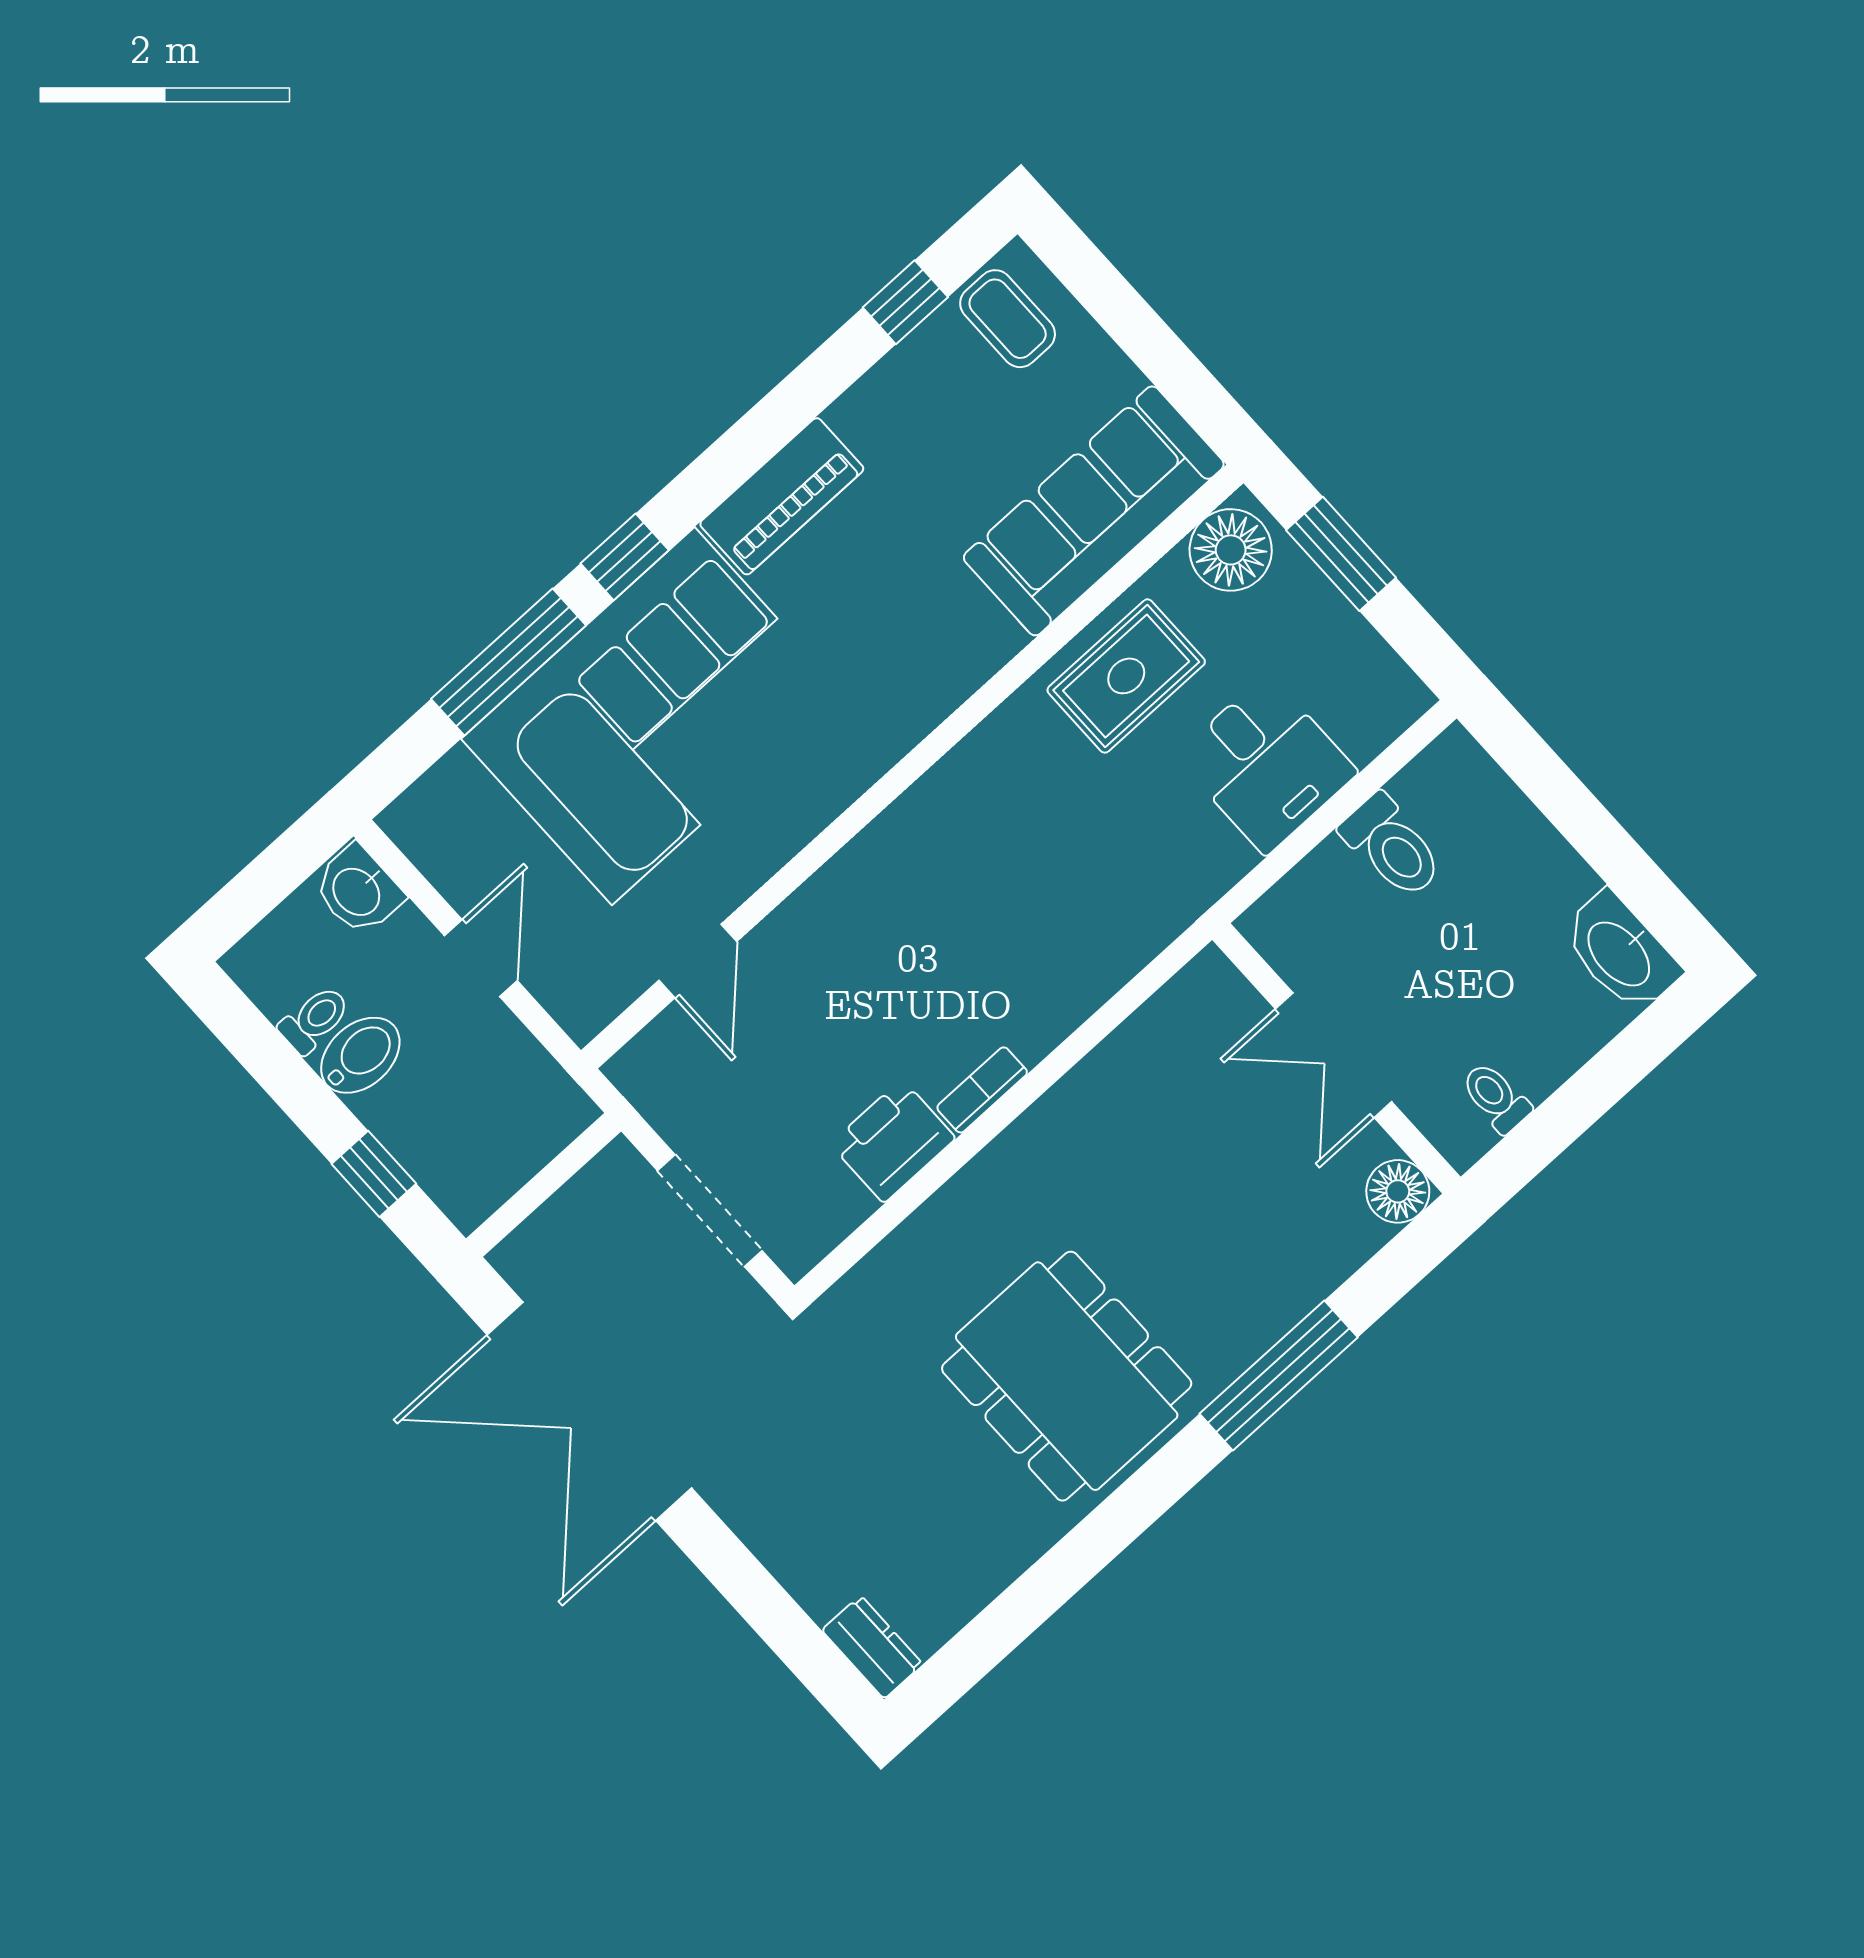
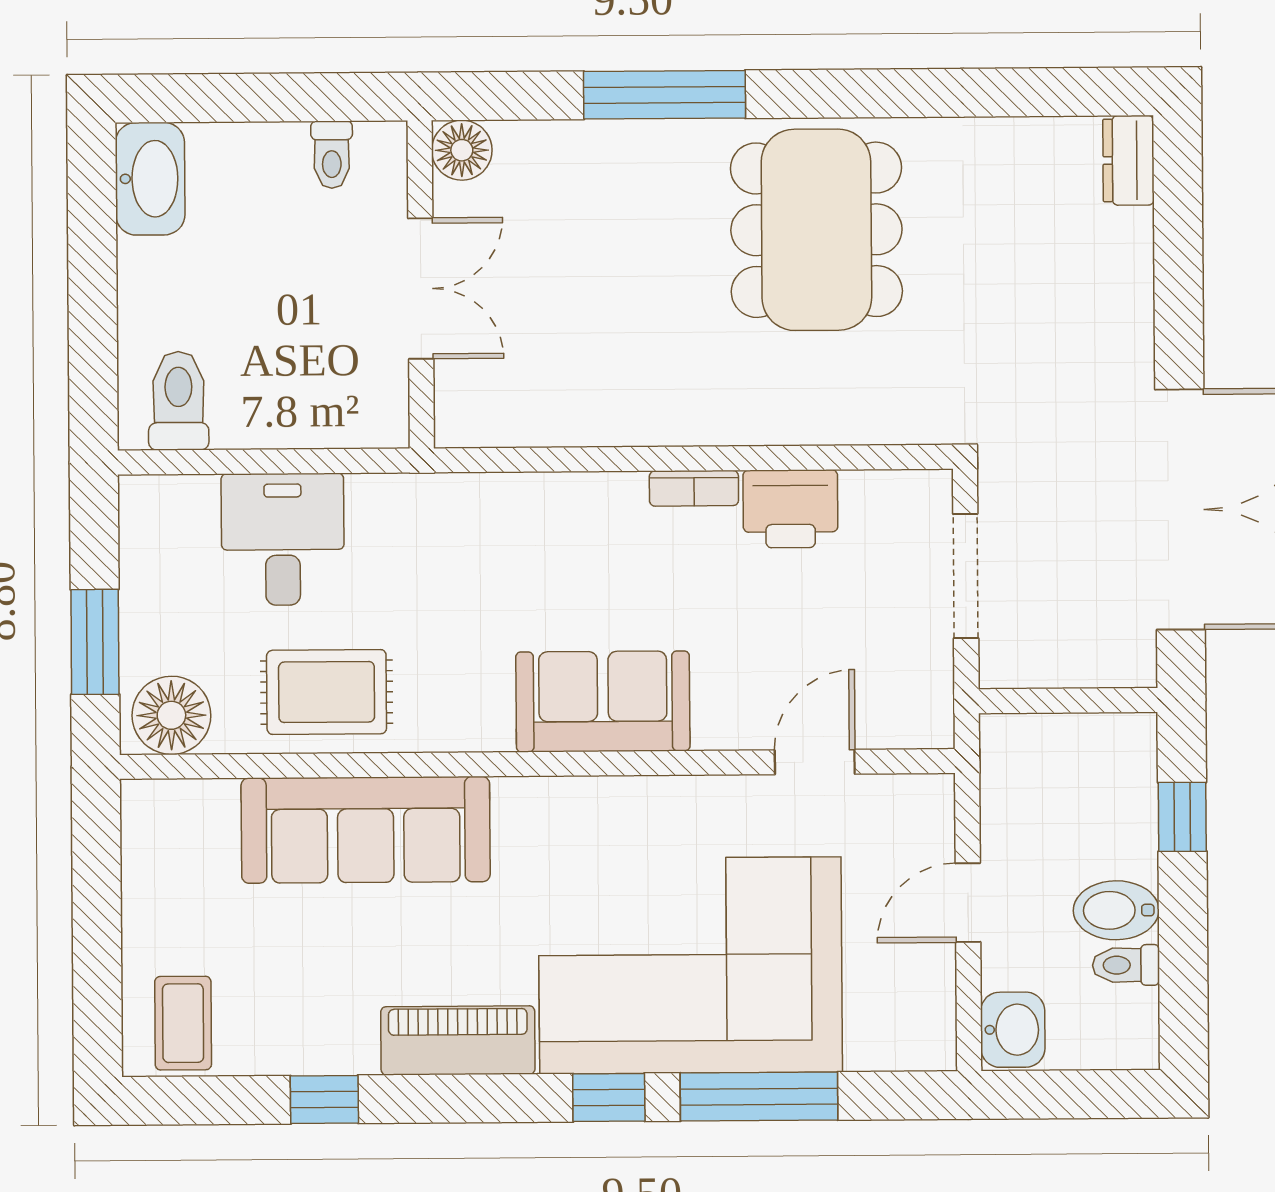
window: (905, 302) -> (324, 1100), moved
sofa: (1094, 511) -> (366, 830), moved
toilet: (1392, 847) -> (178, 401), moved
sofa: (905, 861) -> (603, 701), added

